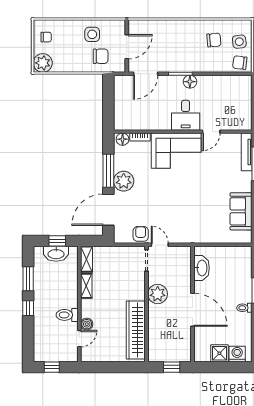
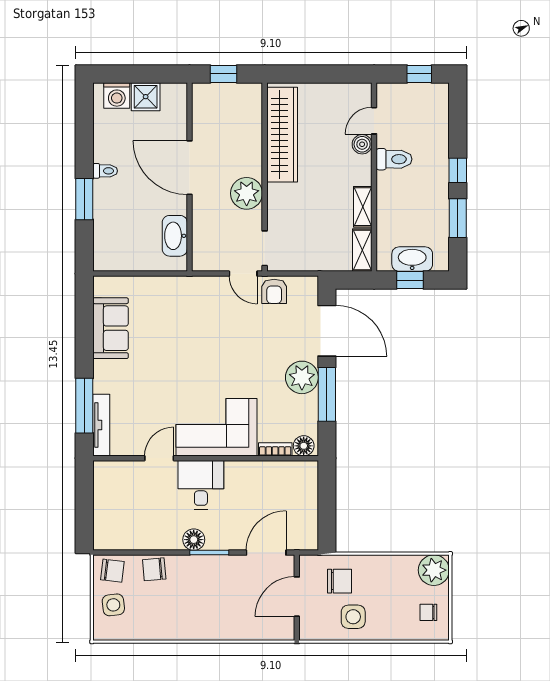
chair: (214, 40) -> (154, 569), moved
chair: (101, 56) -> (339, 581), turned 180
door: (108, 210) -> (327, 331), hinge flipped

